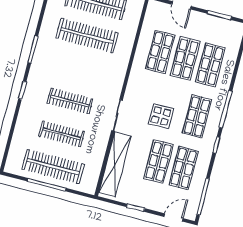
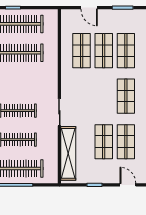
display table: (161, 116) -> (96, 104), removed
door: (173, 217) -> (128, 185), hinge flipped

